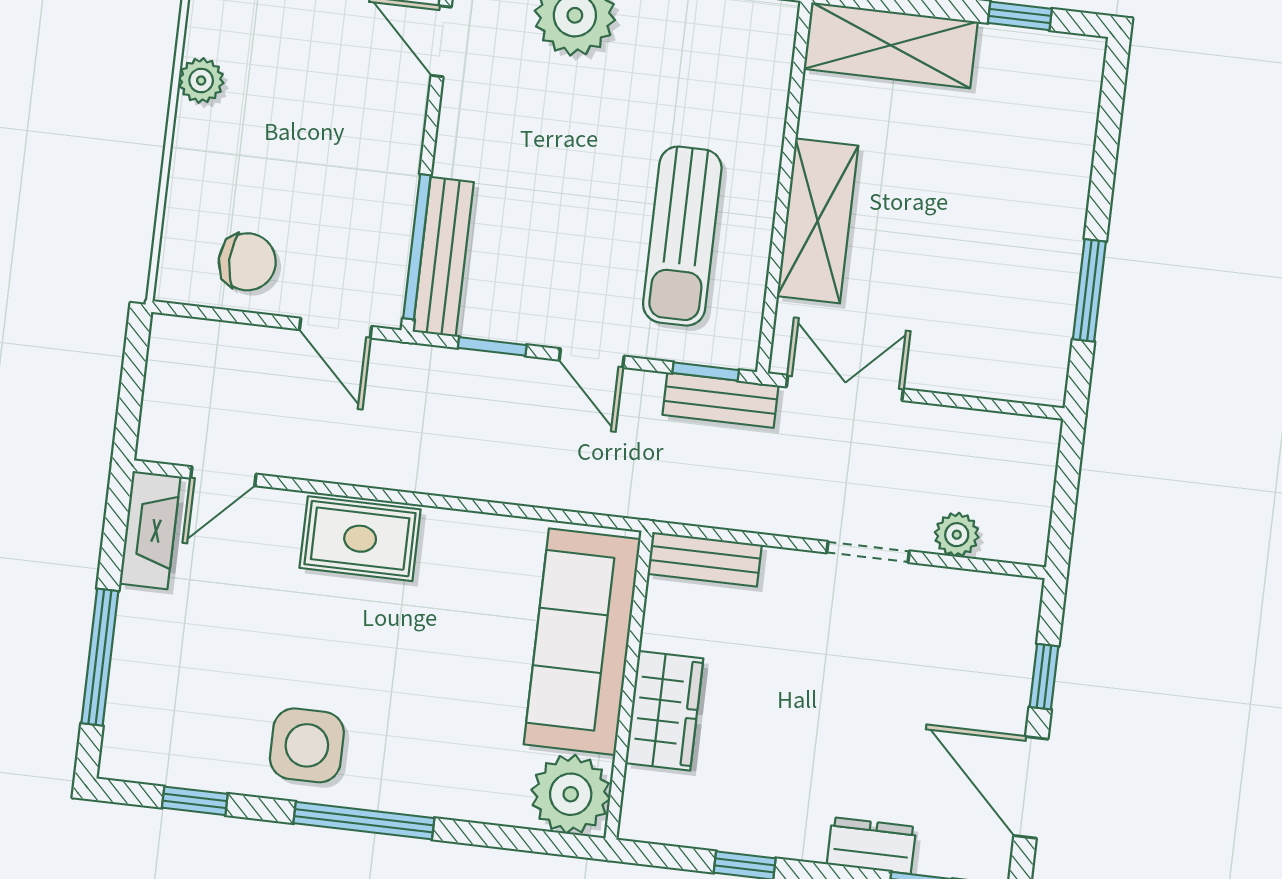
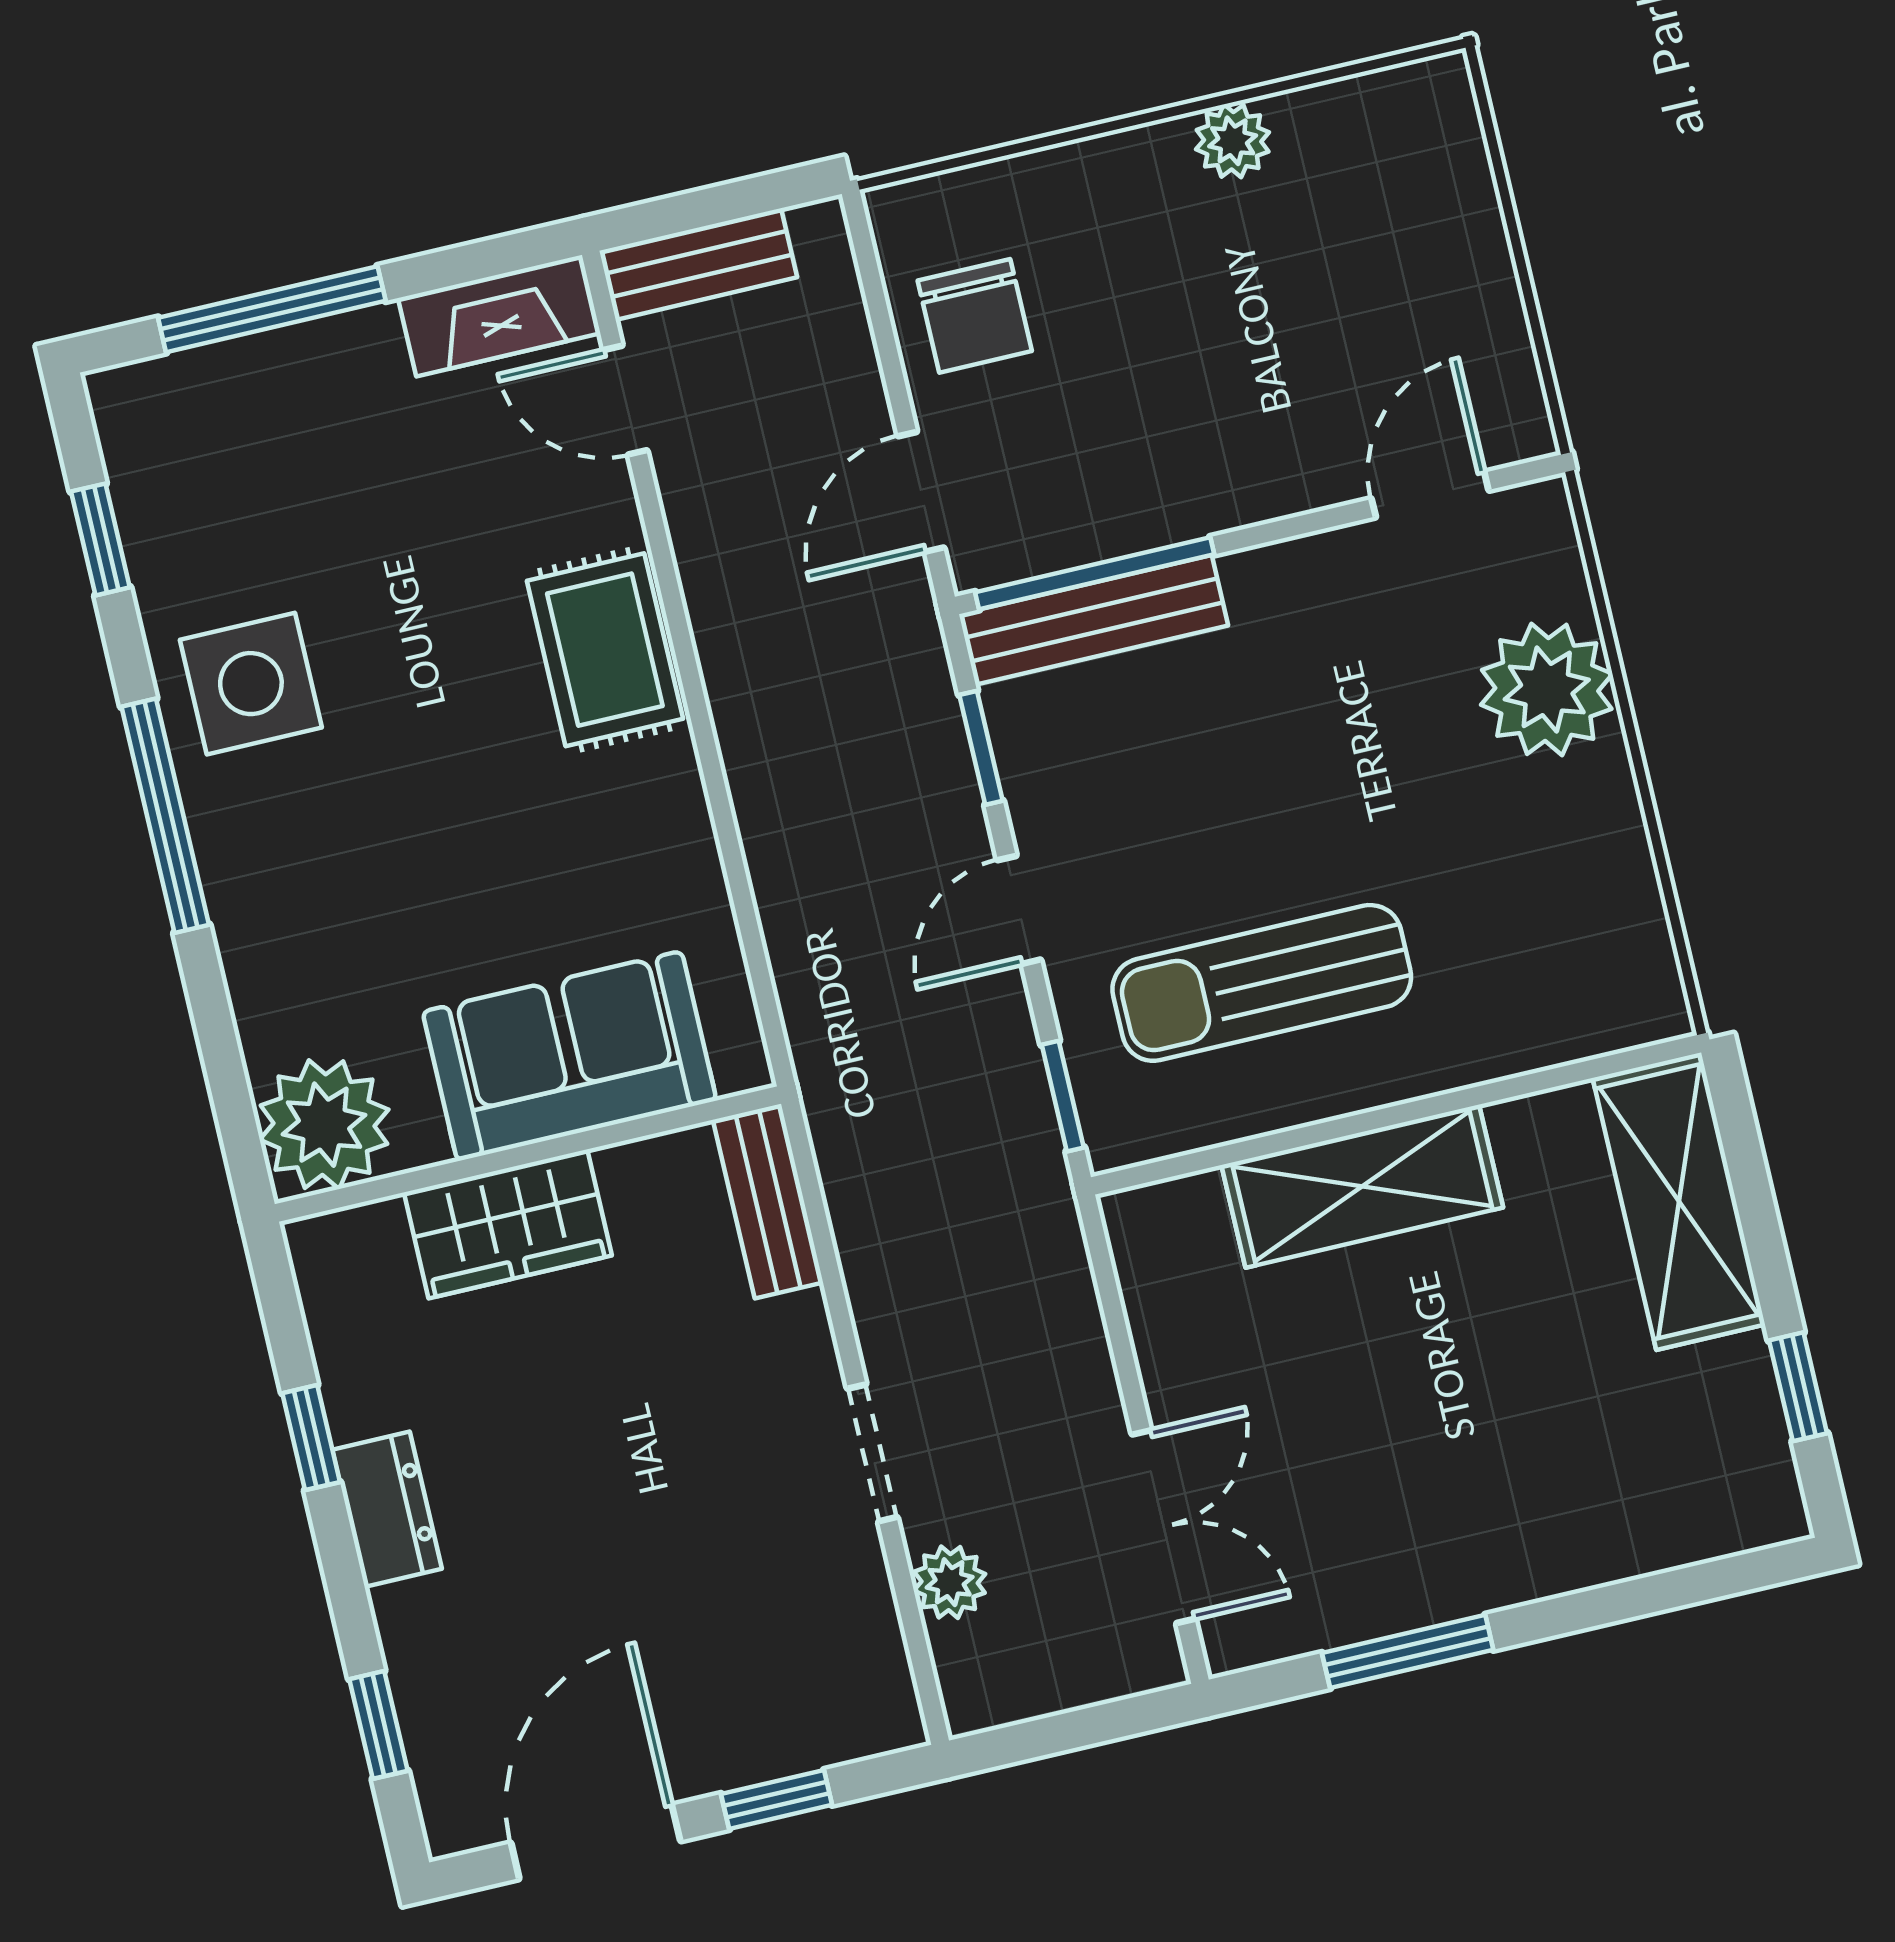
double door: (845, 388) -> (1164, 1527), moved
bench: (721, 400) -> (698, 264), moved, turned 90
sofa: (582, 642) -> (569, 1056), width x0.73
dresser: (871, 846) -> (387, 1509), moved

